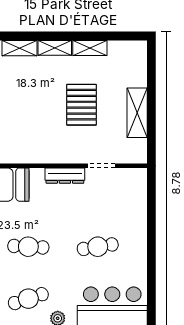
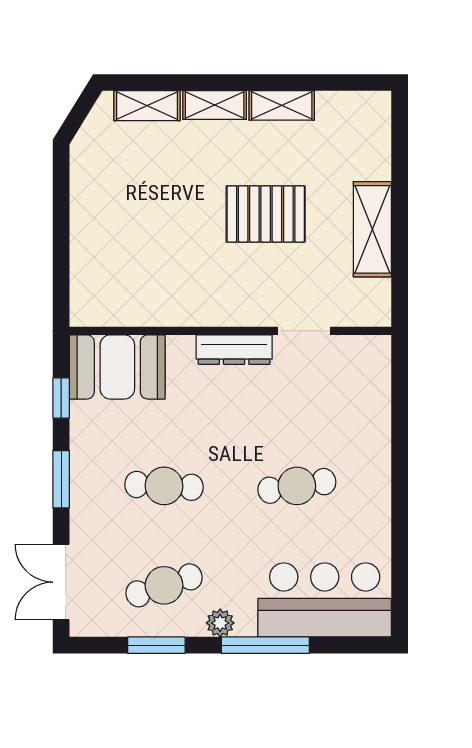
pallet: (81, 105) -> (266, 214), turned 90

